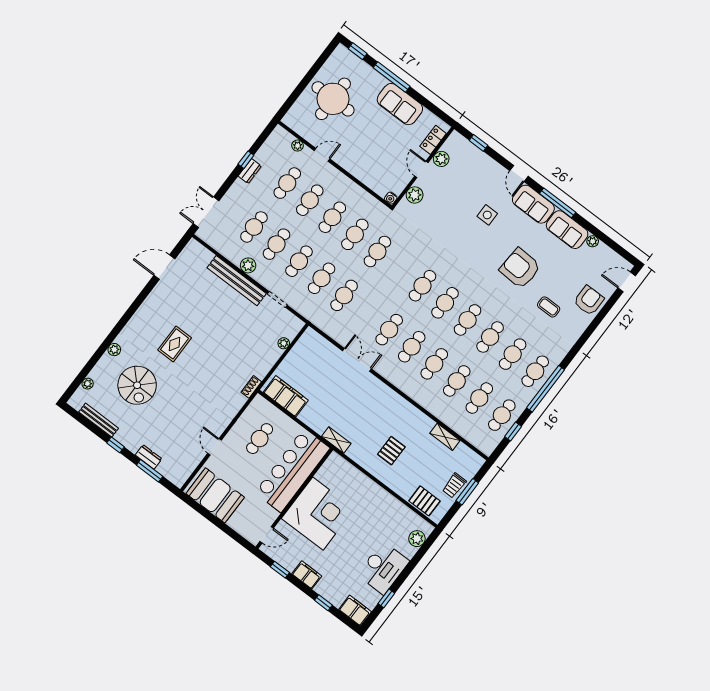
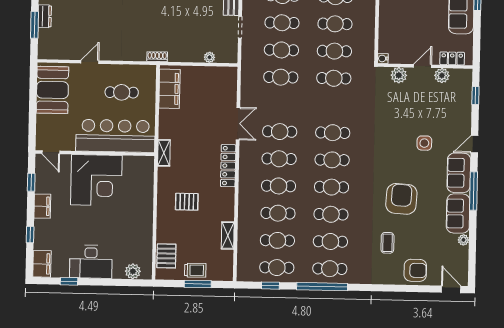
locker: (386, 394) -> (228, 166), added
trolley: (454, 485) -> (195, 270), turned 180

